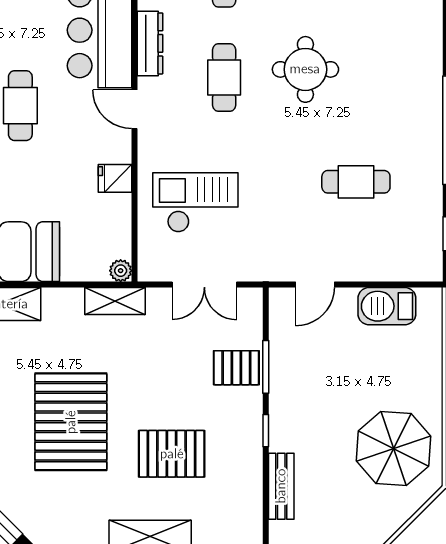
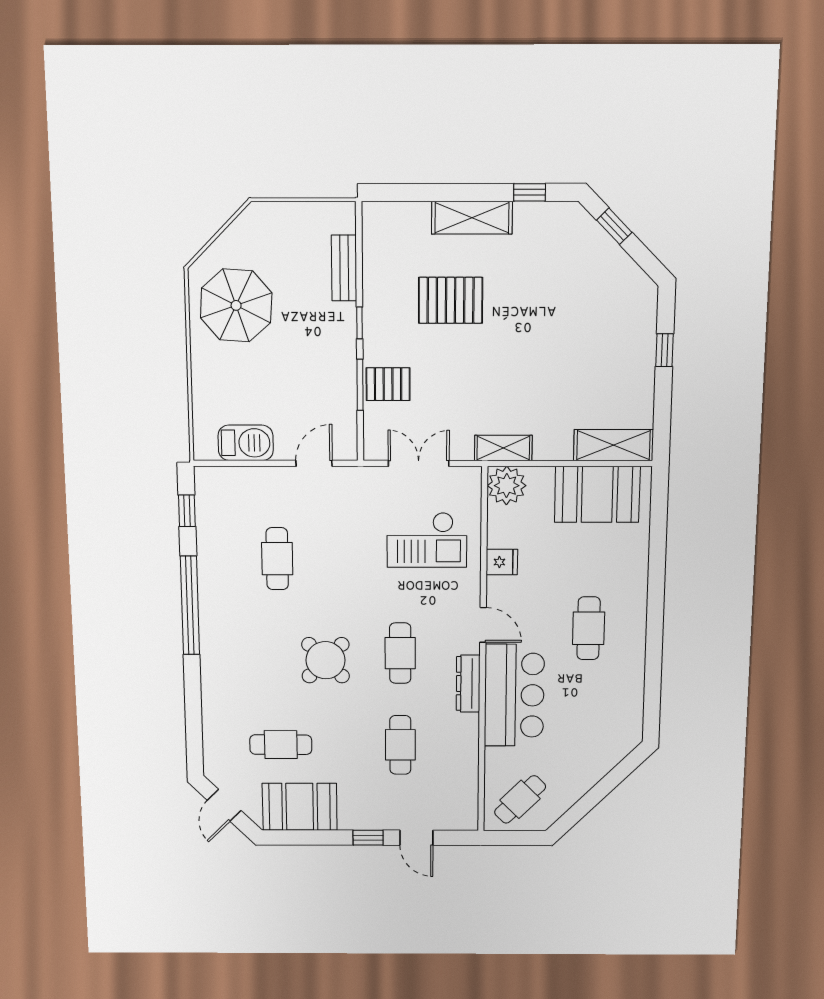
round table: (305, 69) -> (326, 660), turned 45
cafe table: (356, 182) -> (277, 559), turned 90
plant: (121, 271) -> (507, 486), width x1.88, depth x1.88
pallet: (71, 422) -> (547, 332), removed

